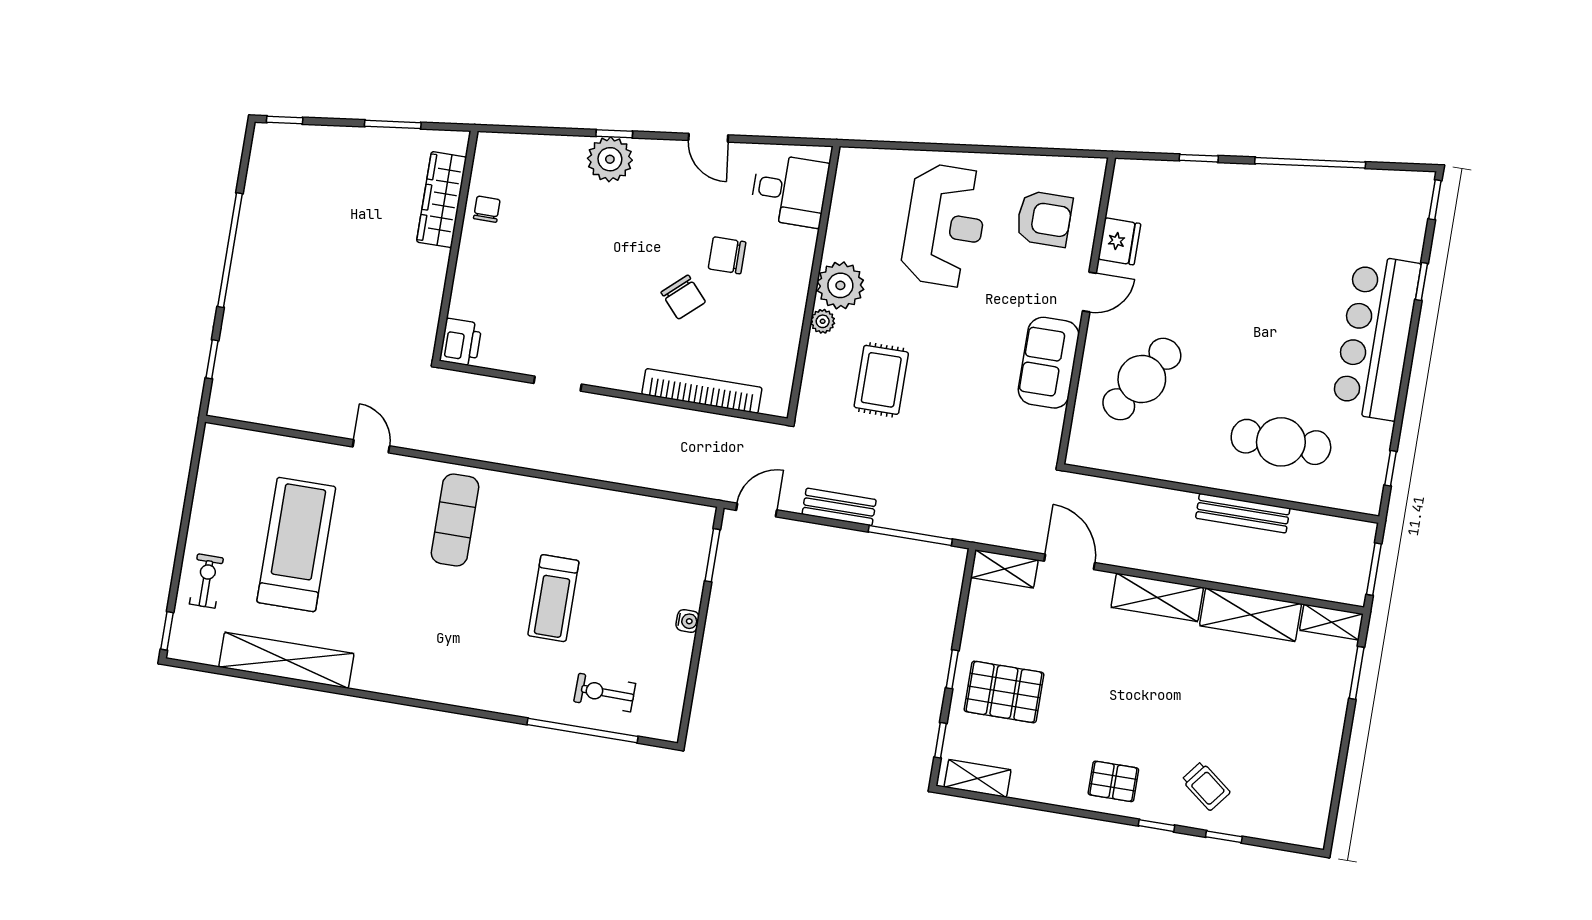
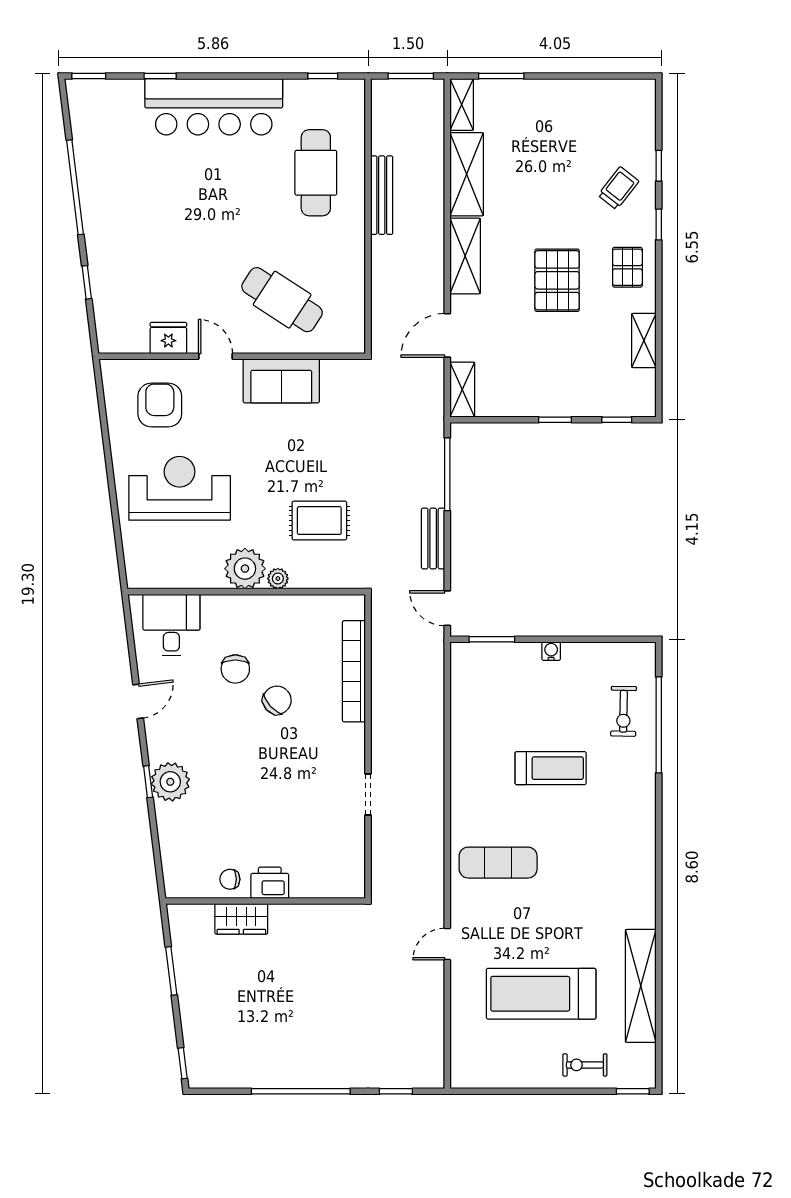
wardrobe: (442, 200) -> (241, 919), width x0.67
printer: (461, 342) -> (270, 883), moved
pallet: (1004, 692) -> (557, 280), moved
shelving: (978, 778) -> (644, 340), moved

